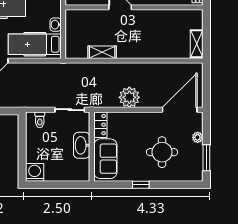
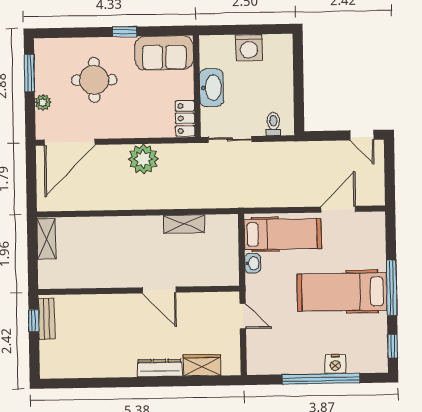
sofa: (105, 159) -> (164, 53), moved, turned -90
washing machine: (35, 172) -> (249, 48), moved

